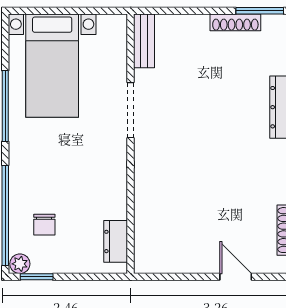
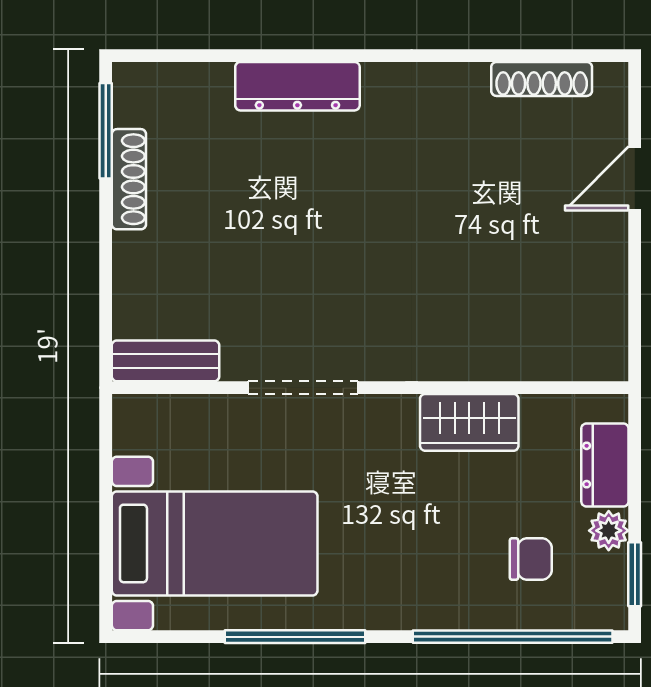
wardrobe: (113, 194) -> (469, 422), added
dresser: (116, 241) -> (605, 465), moved, turned 90
plant: (20, 264) -> (609, 531), moved

